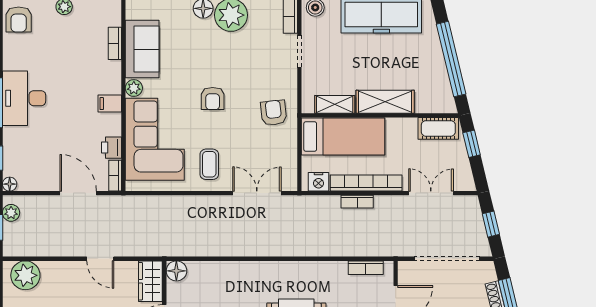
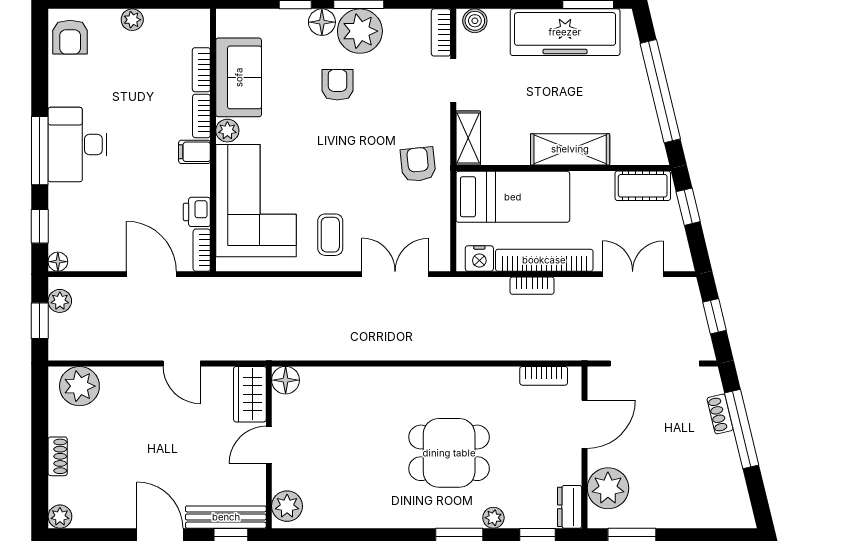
bookcase: (115, 77) -> (201, 116), added
armchair: (213, 99) -> (337, 85), moved, turned 180
shelving: (335, 104) -> (468, 138), moved, turned 90

